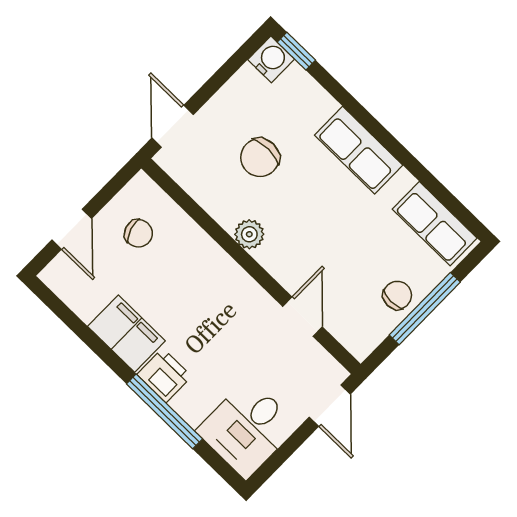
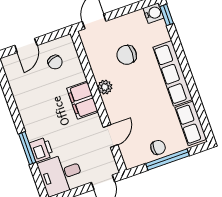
row of seats: (359, 150) -> (173, 73), width x1.48
filing cabinet: (126, 334) -> (82, 100), moved, turned 180
printer: (164, 375) -> (41, 149), moved
window: (164, 411) -> (27, 148), width x0.69

